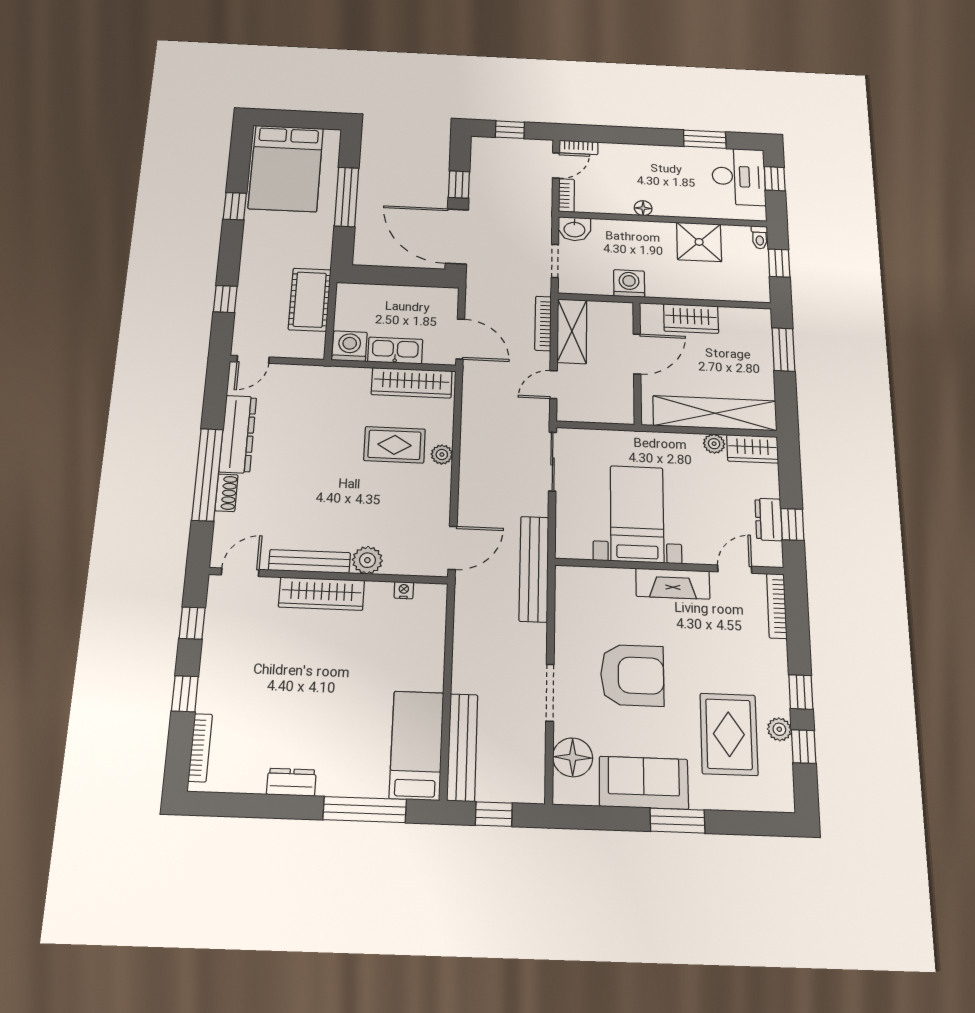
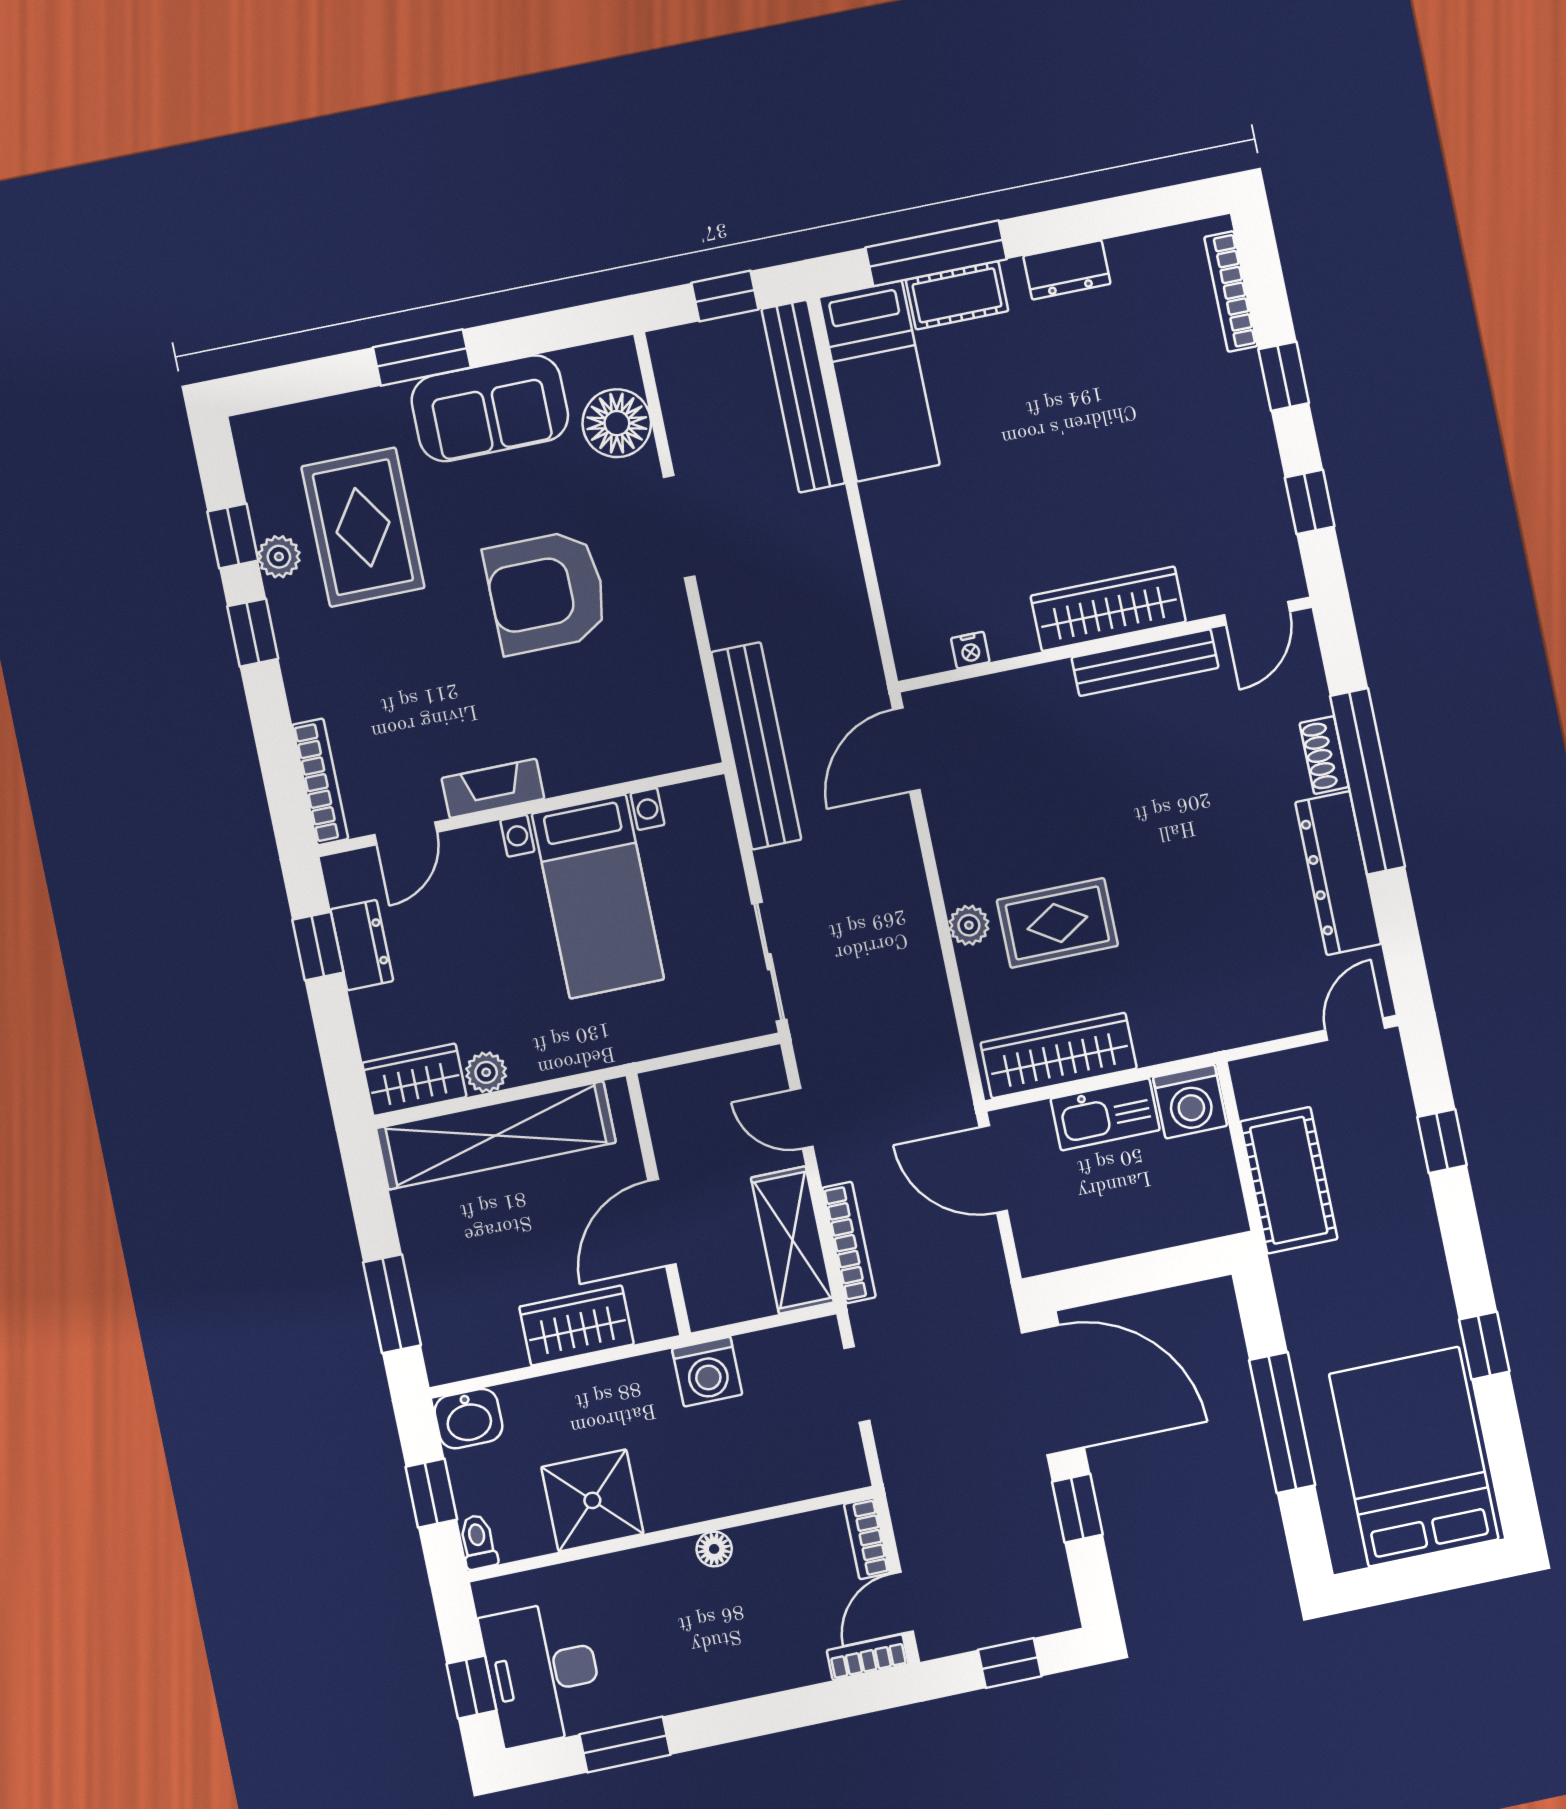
washbasin: (574, 229) -> (469, 1419), moved, turned 180
door: (553, 385) -> (802, 1118), swing flipped
plant: (367, 560) -> (1047, 690), removed
fireplace: (673, 584) -> (493, 788), width x0.73, depth x0.76
cot: (359, 783) -> (957, 295), added

